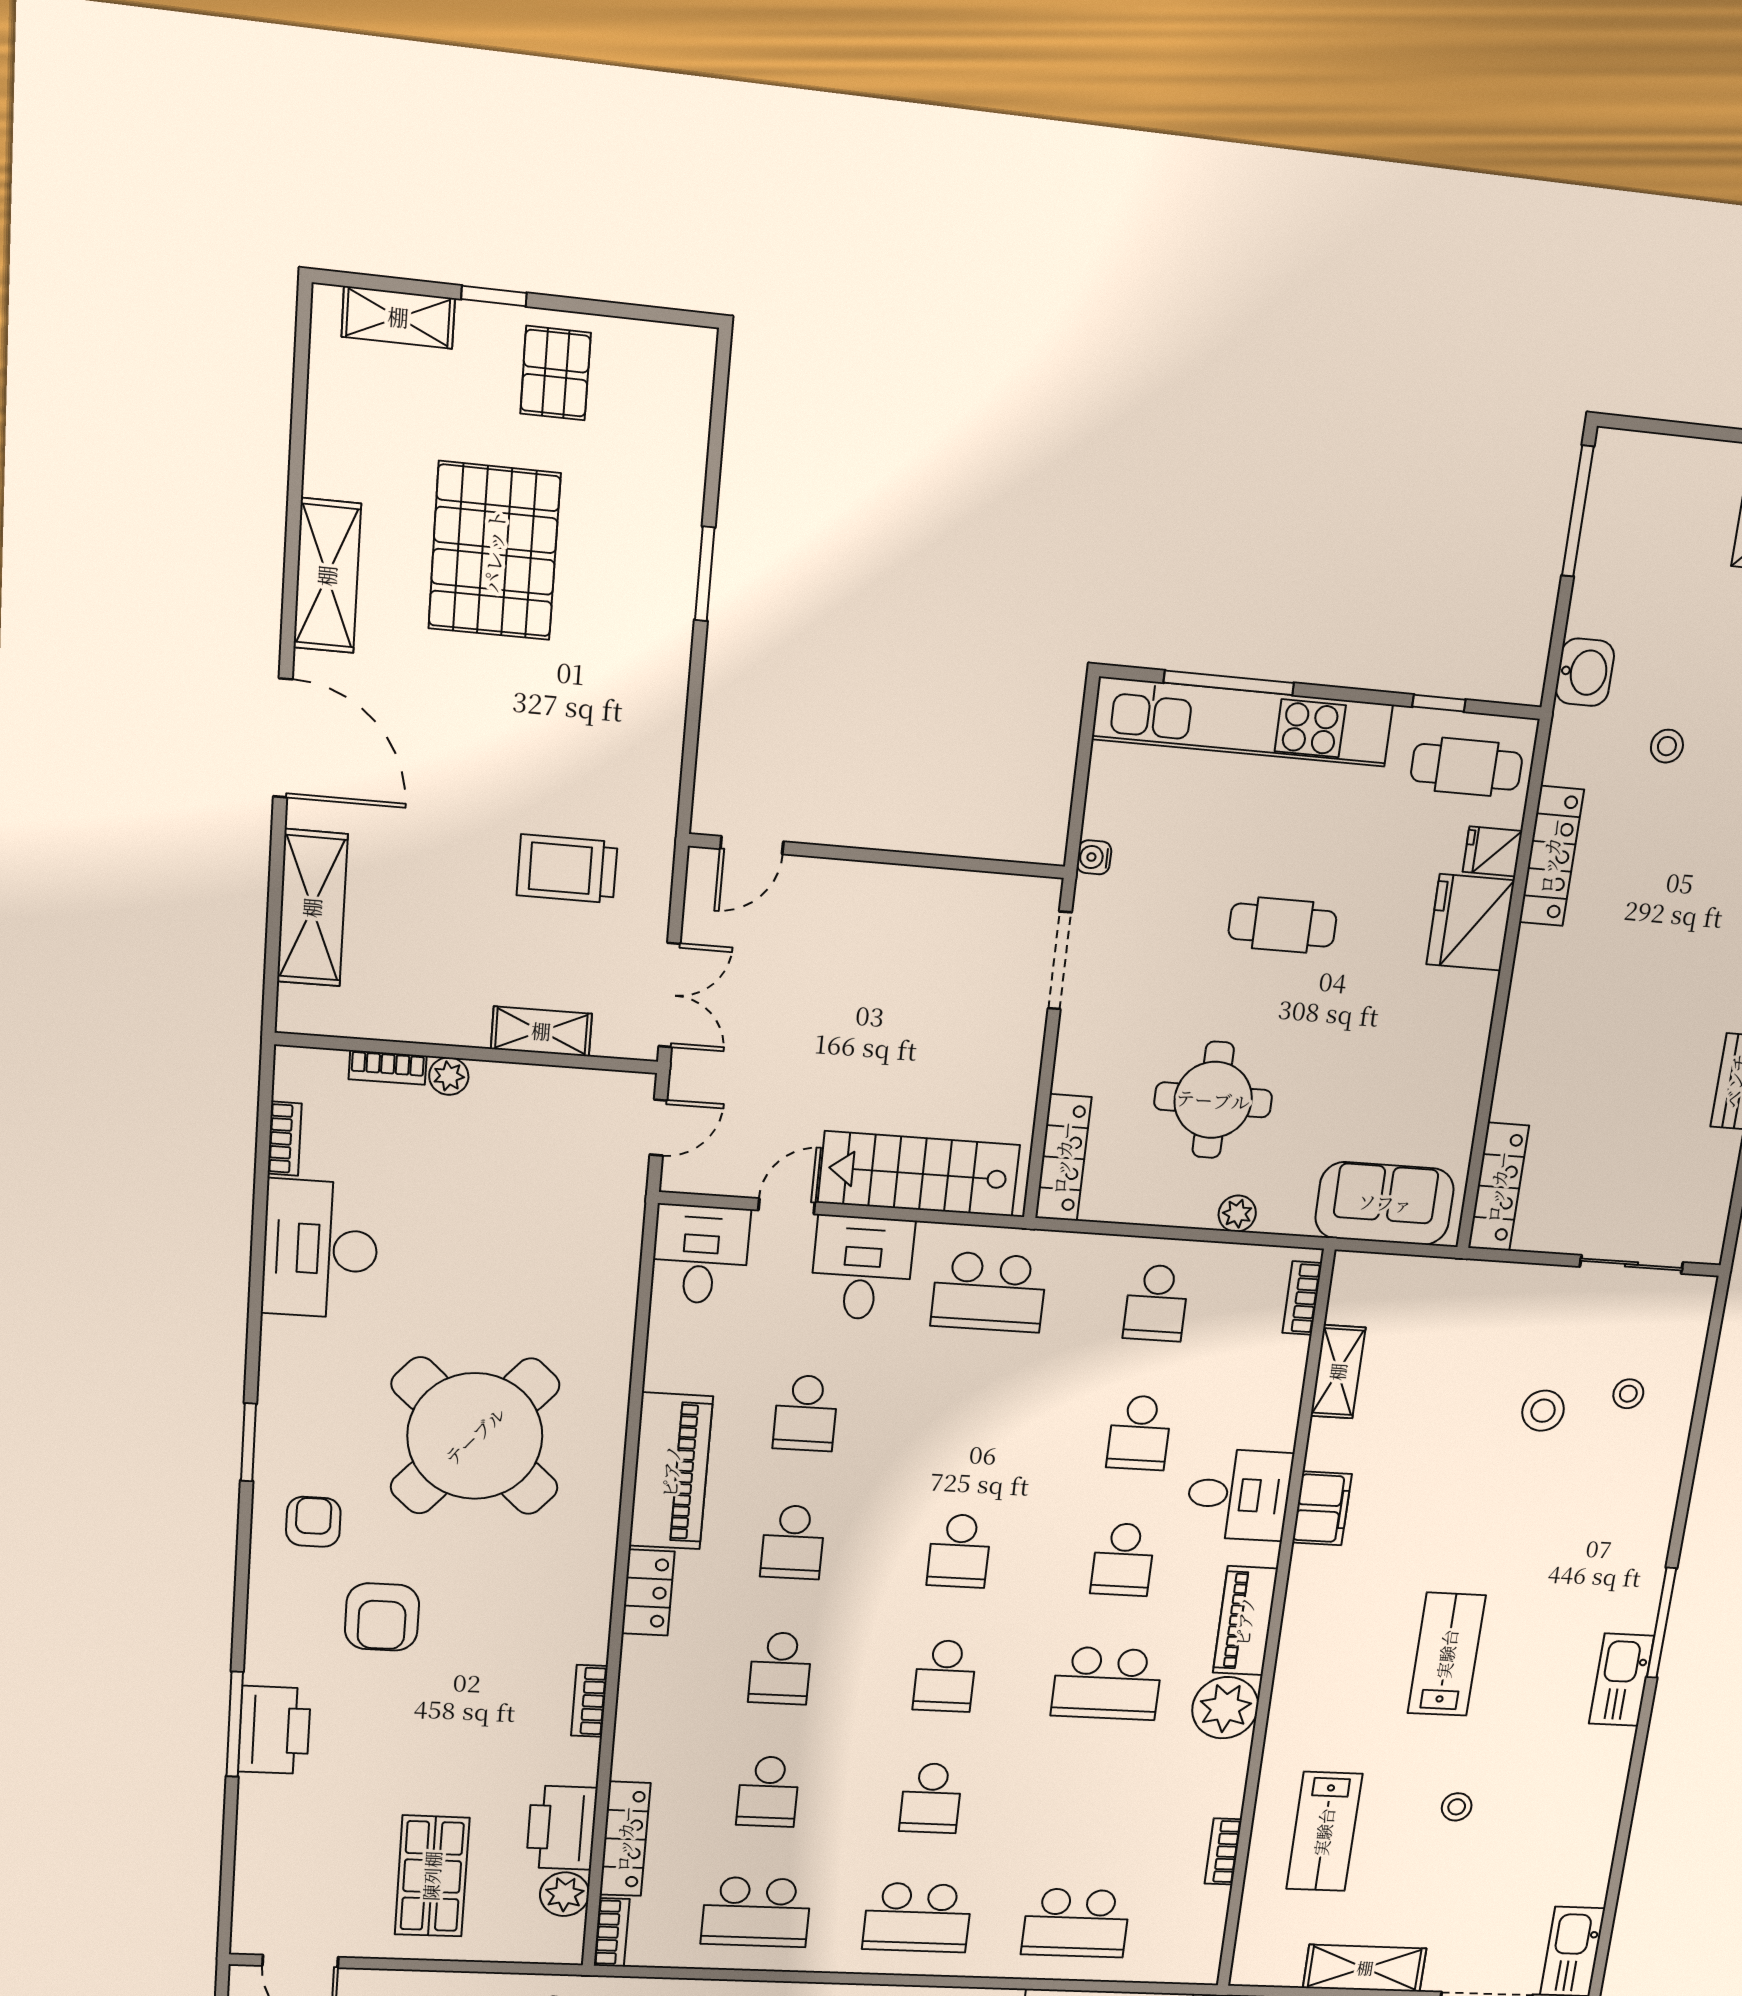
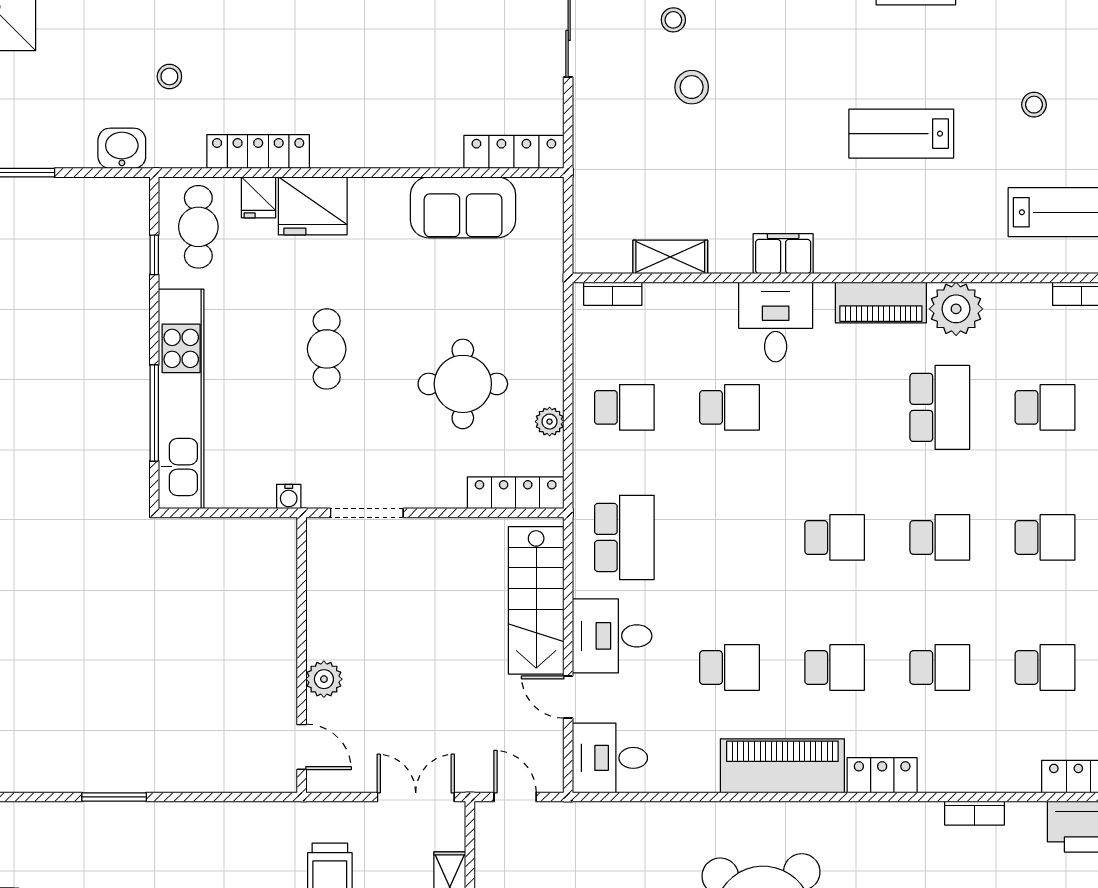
plant: (842, 884) -> (324, 679), added
sofa: (1385, 1203) -> (463, 207), moved, turned -90
plant: (1237, 1214) -> (550, 422), moved
school desk: (1123, 1559) -> (1045, 407), moved

